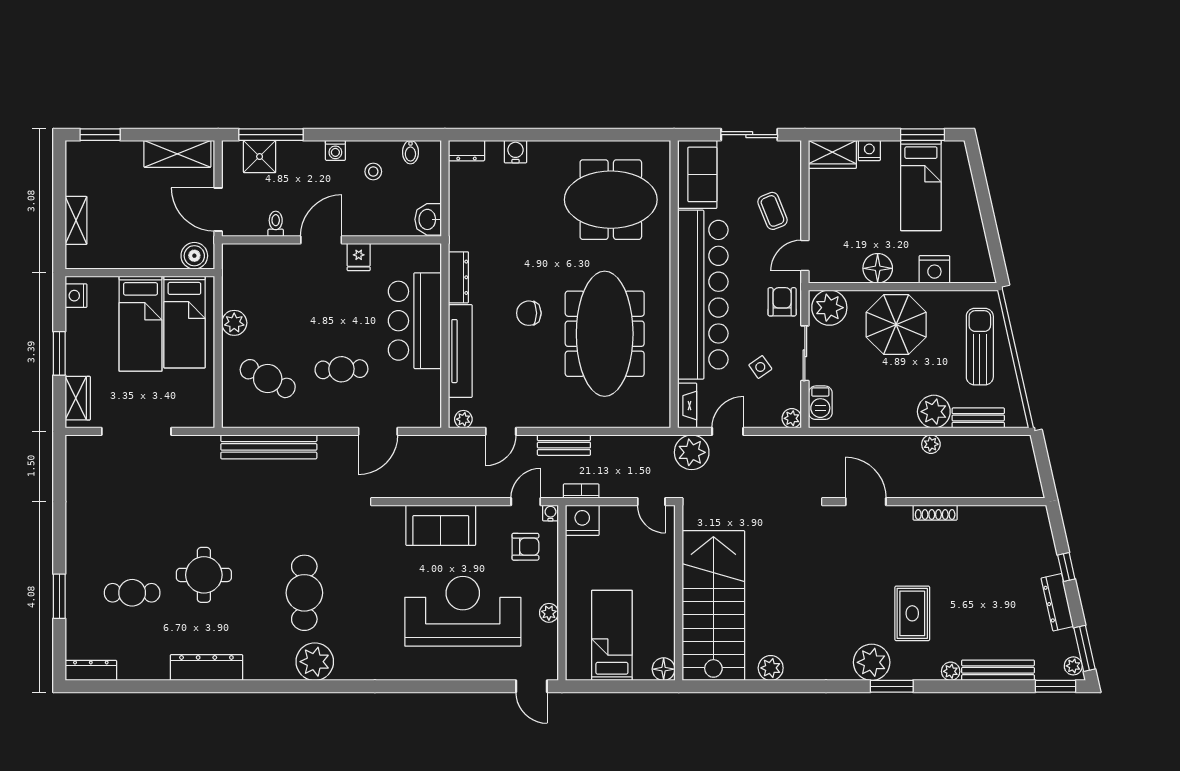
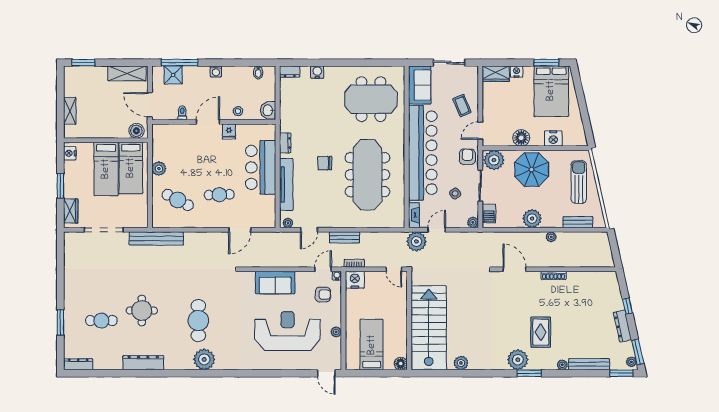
stool: (373, 172) -> (238, 111), moved
bed: (921, 186) -> (551, 91), width x1.50
dresser: (458, 277) -> (285, 143), width x0.70
plant: (934, 412) -> (532, 219), moved
bench: (269, 447) -> (156, 238), moved

